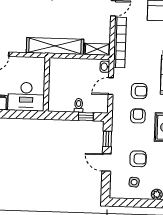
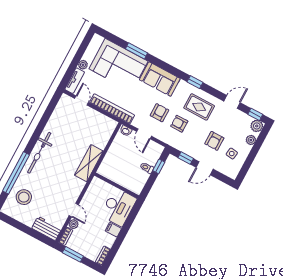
shelving: (55, 46) -> (89, 163), width x0.68
shelving: (97, 49) -> (109, 130), removed
armchair: (138, 159) -> (214, 141), turned 180

